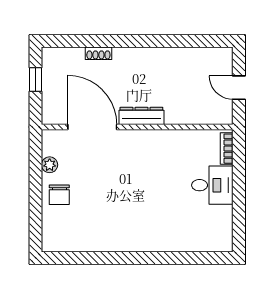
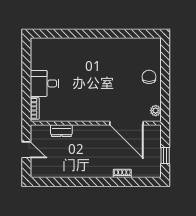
dresser: (141, 116) -> (61, 131), moved, width x0.70
plant: (50, 165) -> (156, 111), moved

